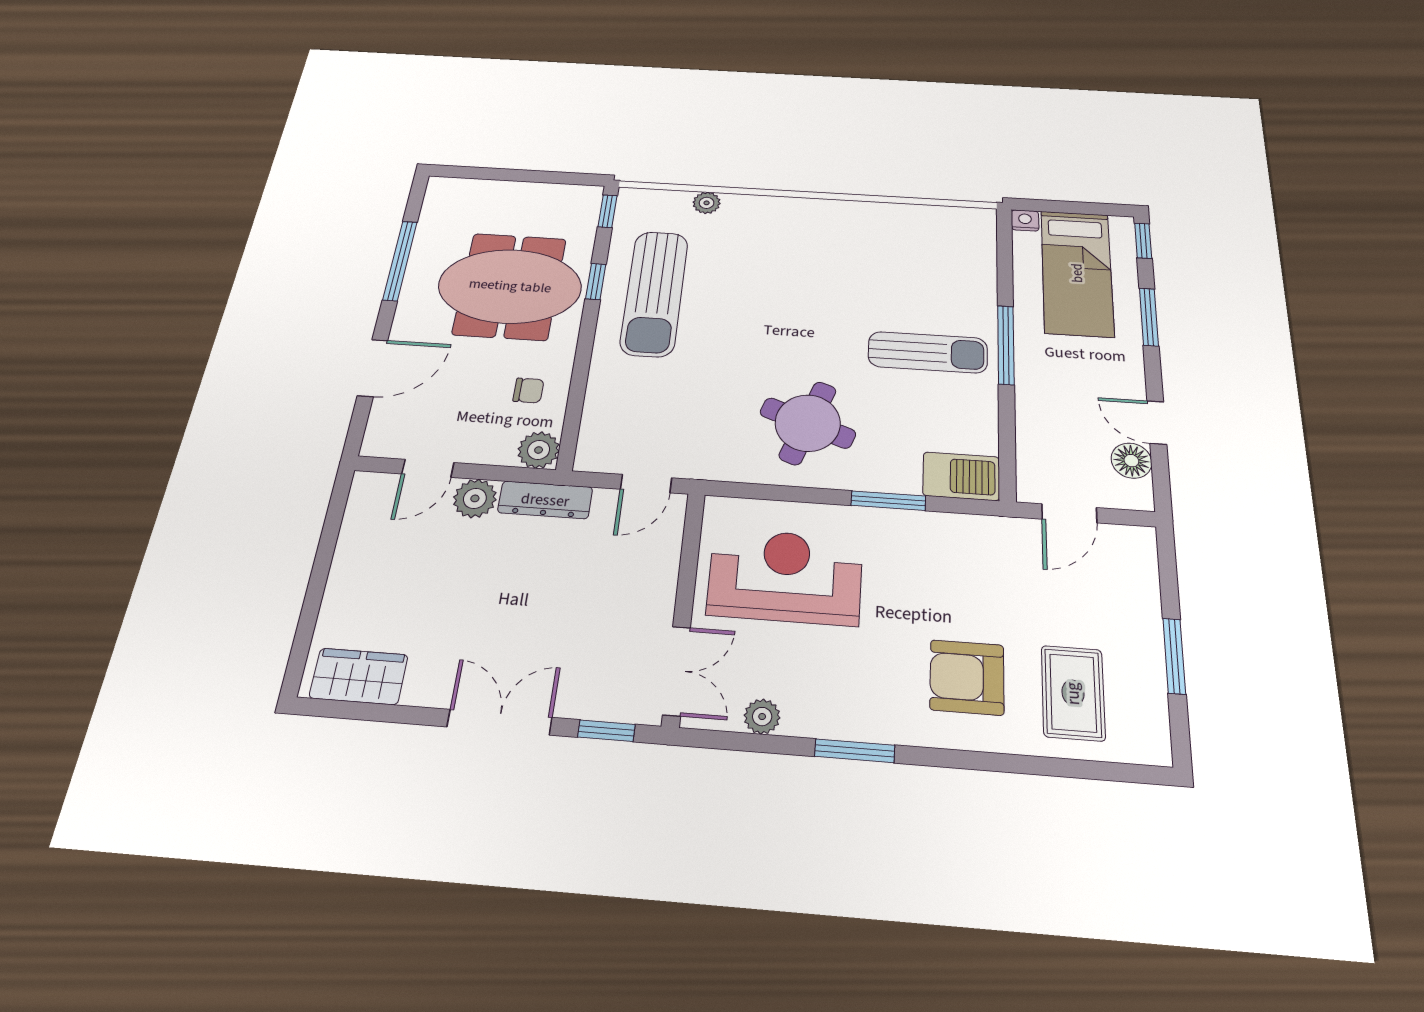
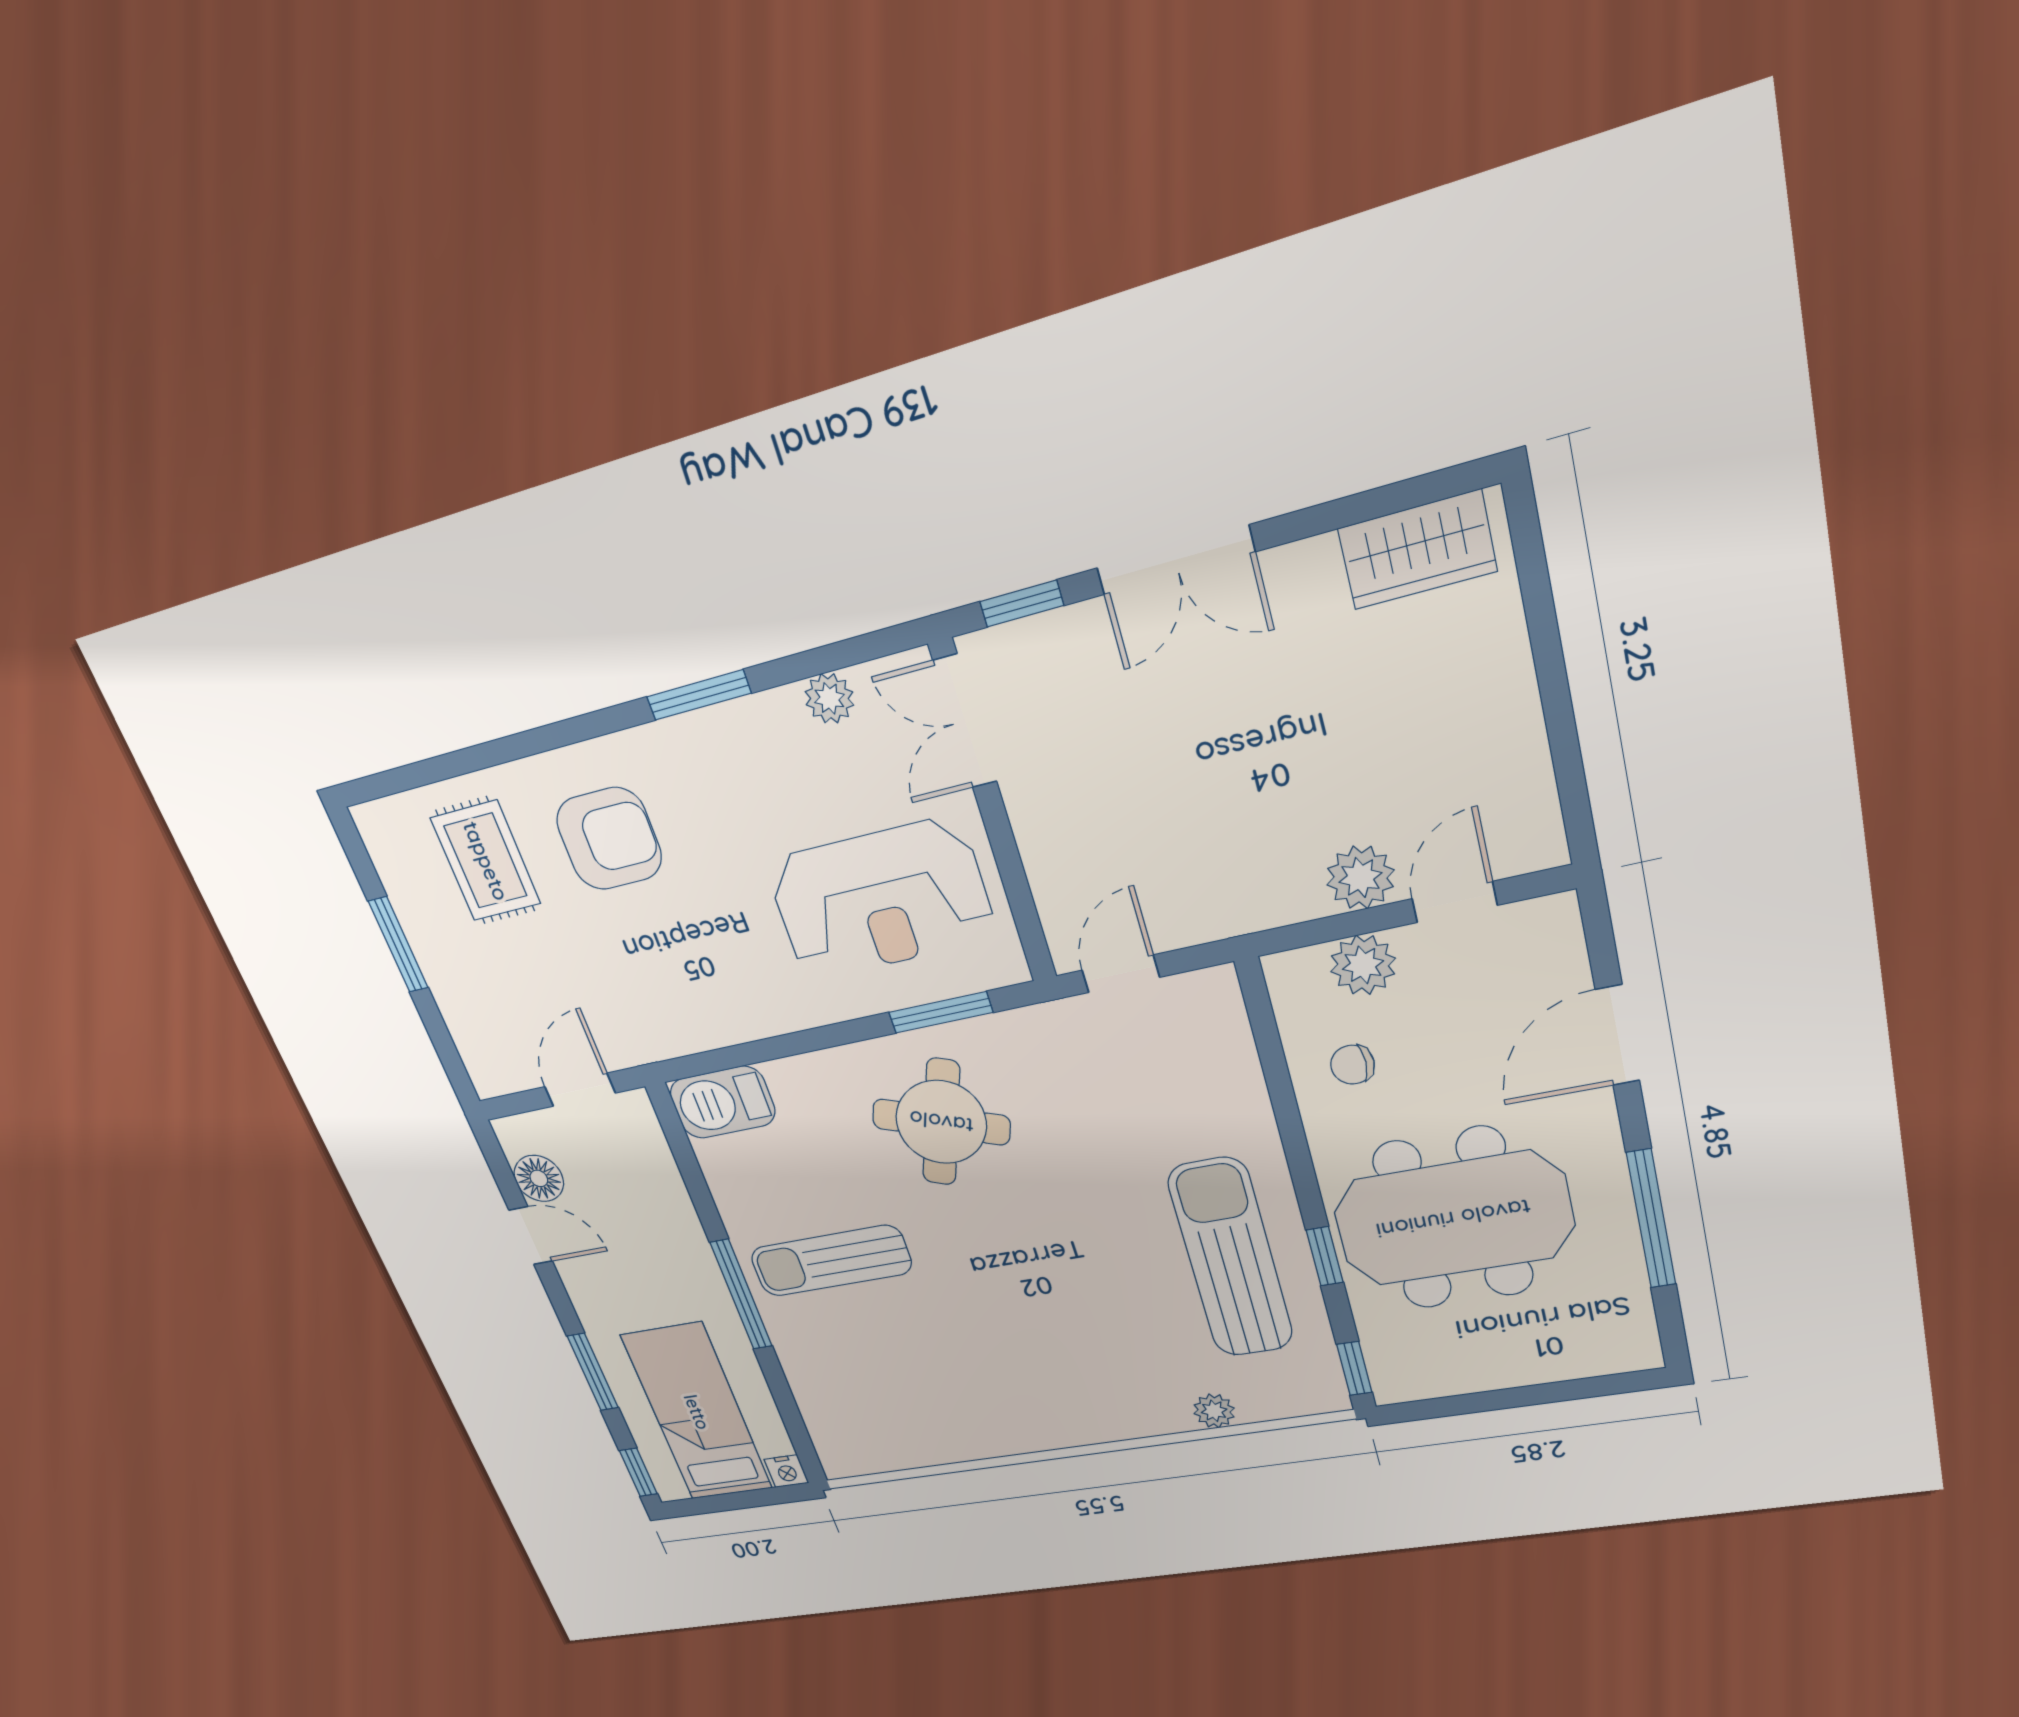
plant: (539, 450) -> (1363, 965), moved
dresser: (545, 500) -> (1254, 907), removed
window: (888, 501) -> (941, 1012), moved

